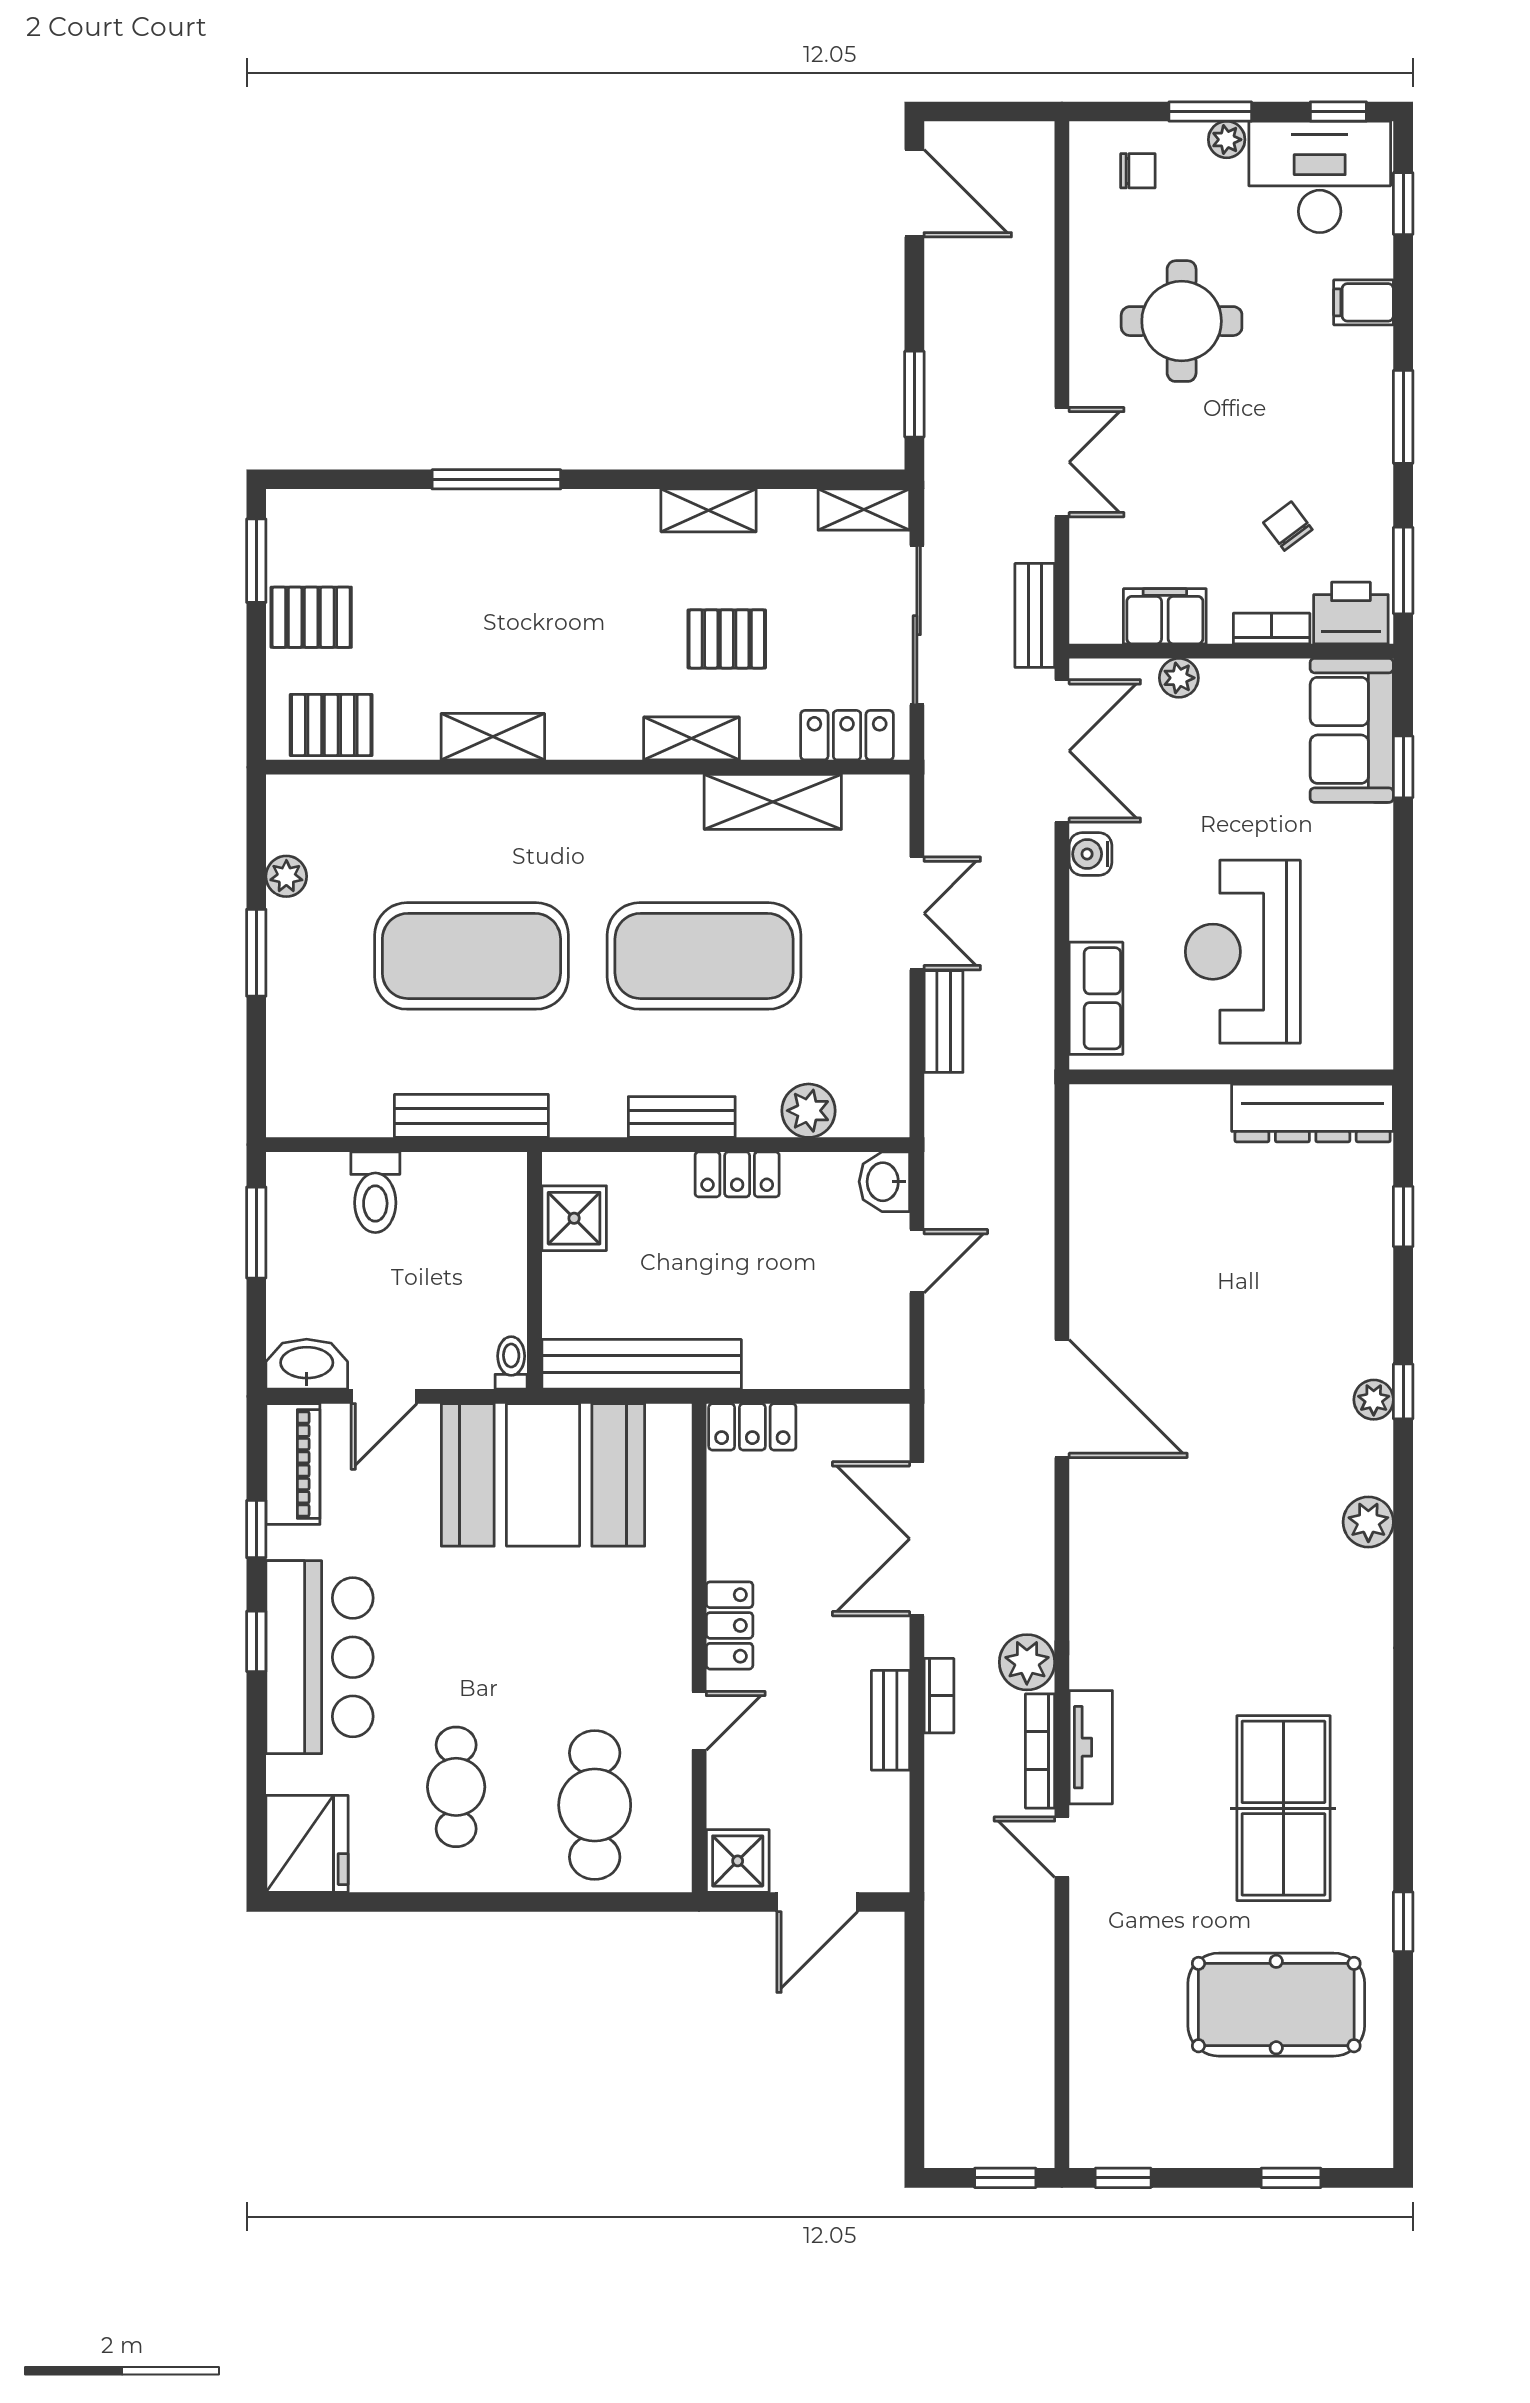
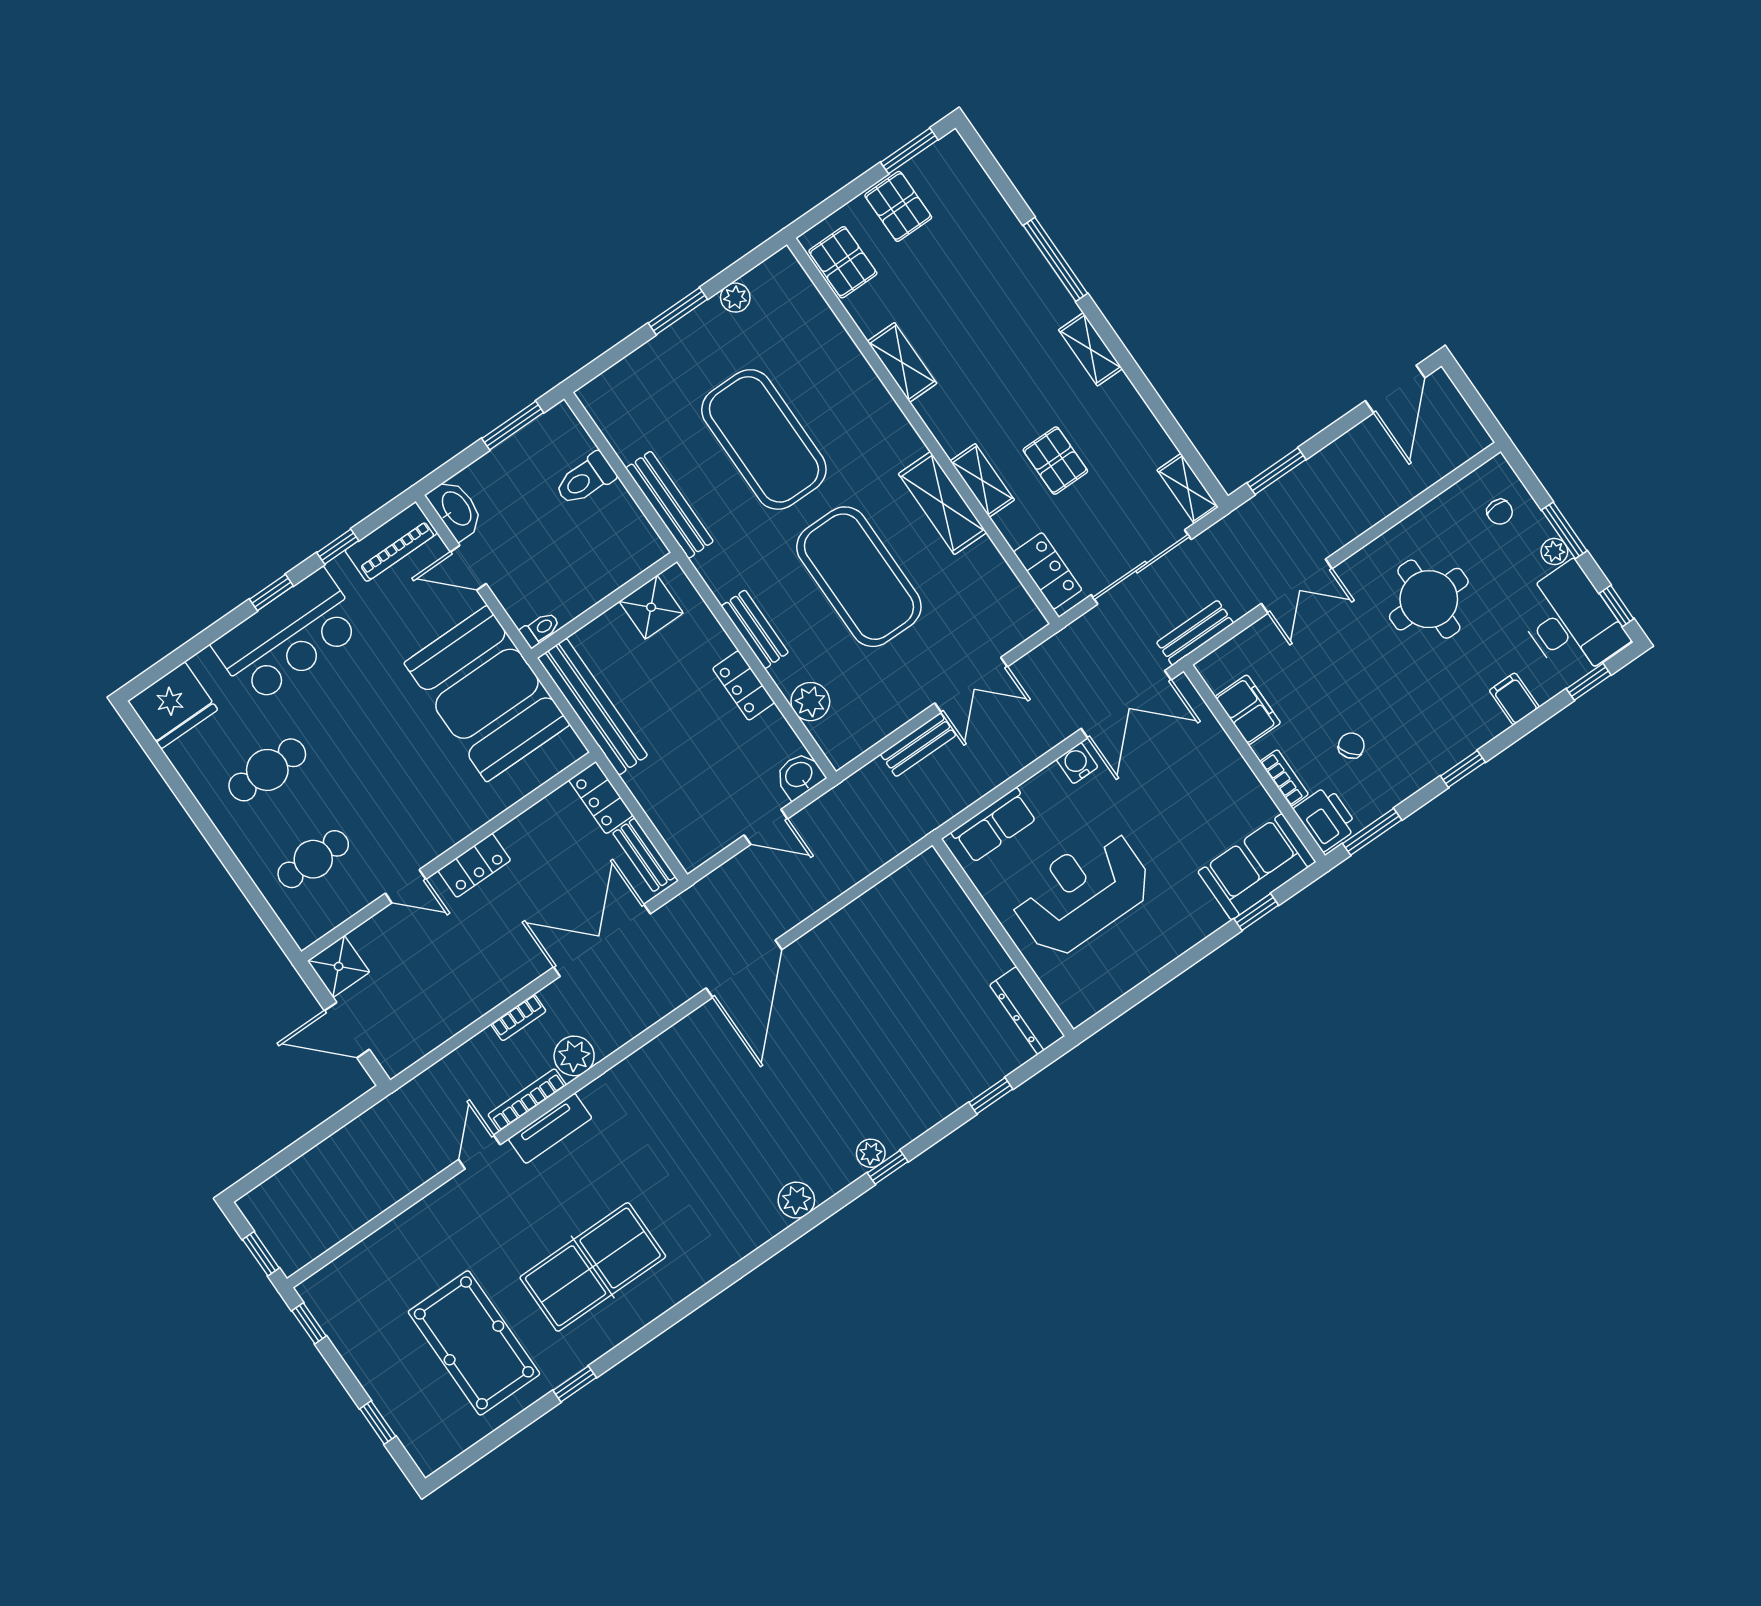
window: (1403, 417) -> (1463, 769), width x0.67
shelving: (709, 510) -> (1090, 349), moved
plant: (1179, 678) -> (1217, 743), removed
shelving: (773, 802) -> (943, 503), moved
dresser: (1313, 1113) -> (1027, 1010), width x0.73, depth x0.80
bench: (890, 1720) -> (644, 855), moved, turned 90
cafe table: (595, 1805) -> (313, 859), width x0.73, depth x0.74

